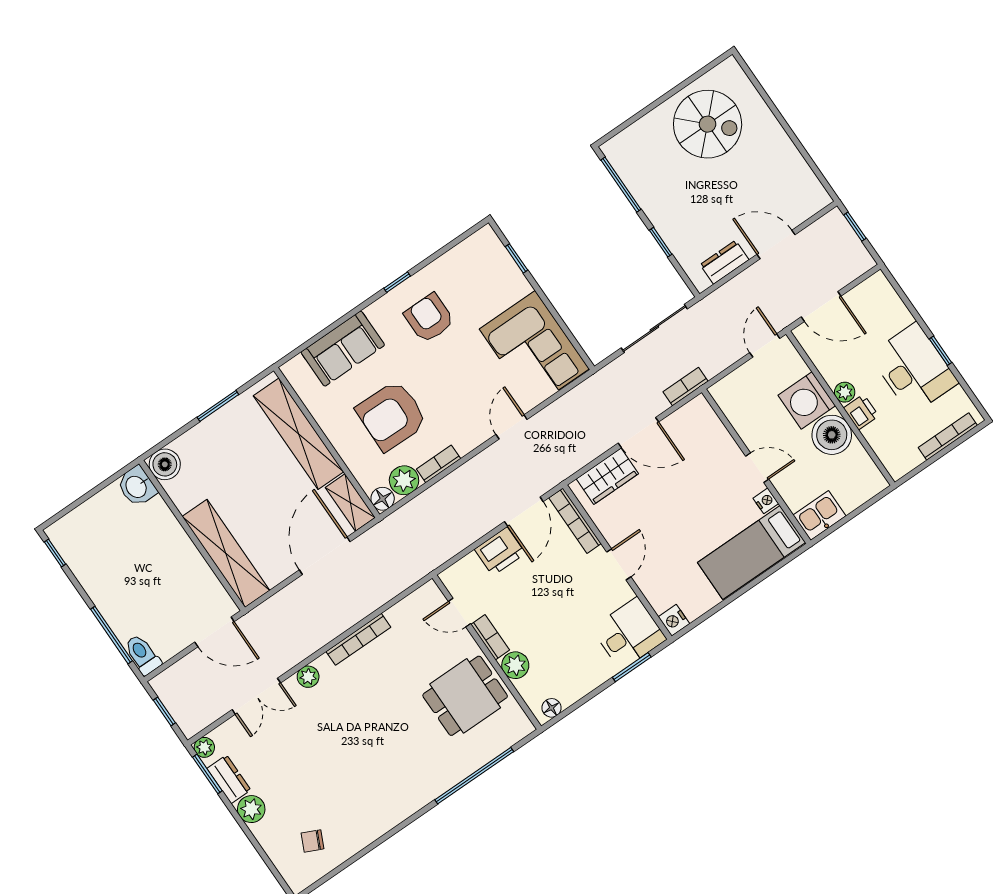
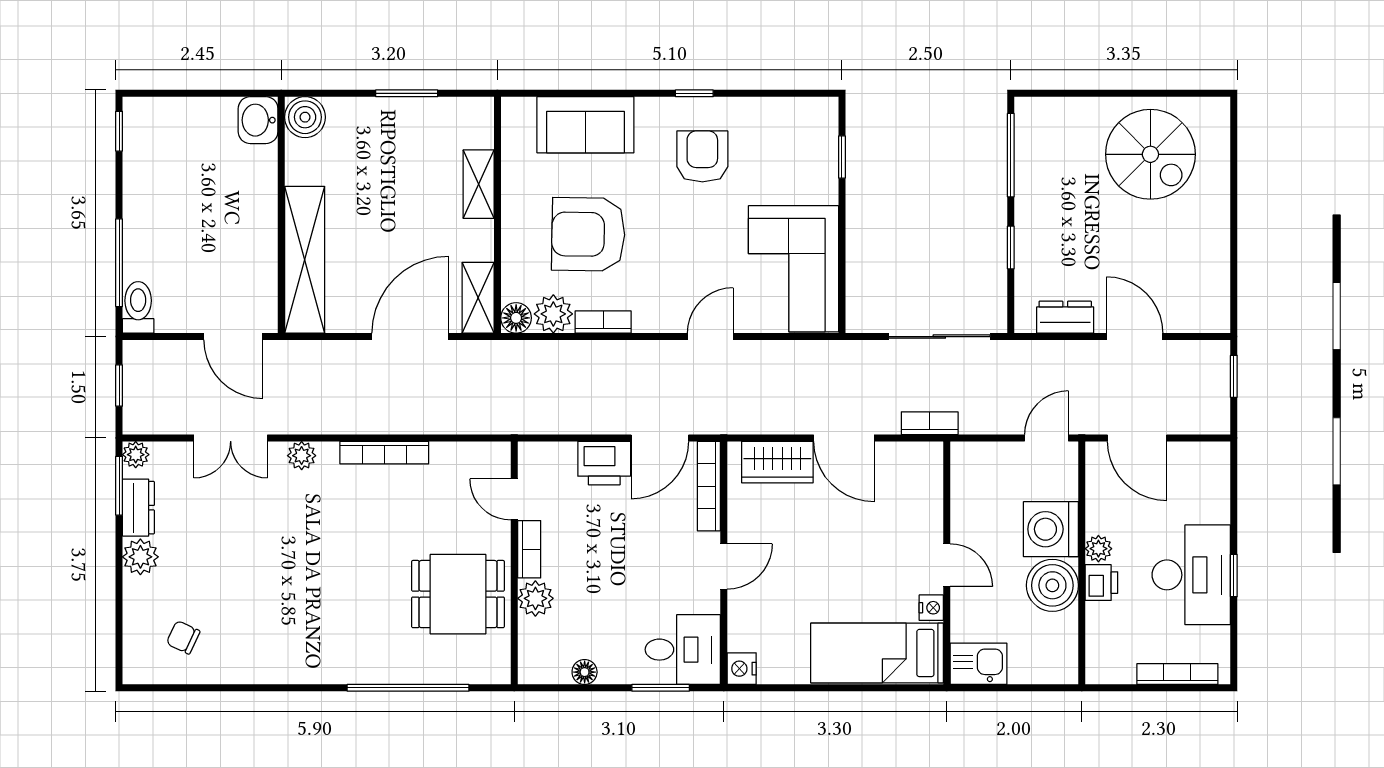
shelving: (298, 434) -> (479, 184), width x0.45, depth x0.75
floor lamp: (552, 708) -> (585, 672), moved

